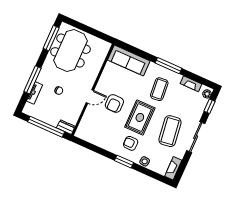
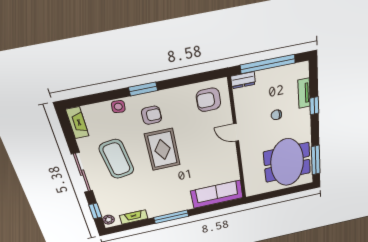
window: (32, 80) -> (314, 106), width x0.46
coffee table: (159, 89) -> (163, 190), removed
door: (90, 97) -> (236, 132), hinge flipped
armchair: (114, 103) -> (208, 100), moved, turned -90

